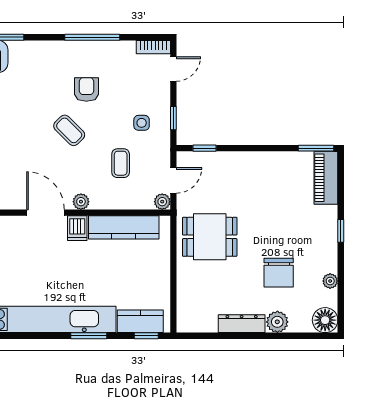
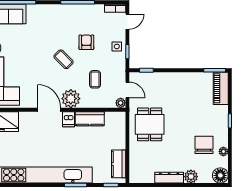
armchair: (86, 89) -> (86, 42), moved
side table: (142, 123) -> (117, 46), moved
door: (173, 180) -> (127, 90), hinge flipped
plant: (81, 202) -> (71, 99), width x1.88, depth x1.88
kitchen counter: (124, 227) -> (90, 119), width x0.67
dining table: (210, 237) -> (150, 124), turned 90
chair: (279, 273) -> (204, 145), moved, turned 180
kitchen counter: (140, 321) -> (119, 164), moved, turned -90

